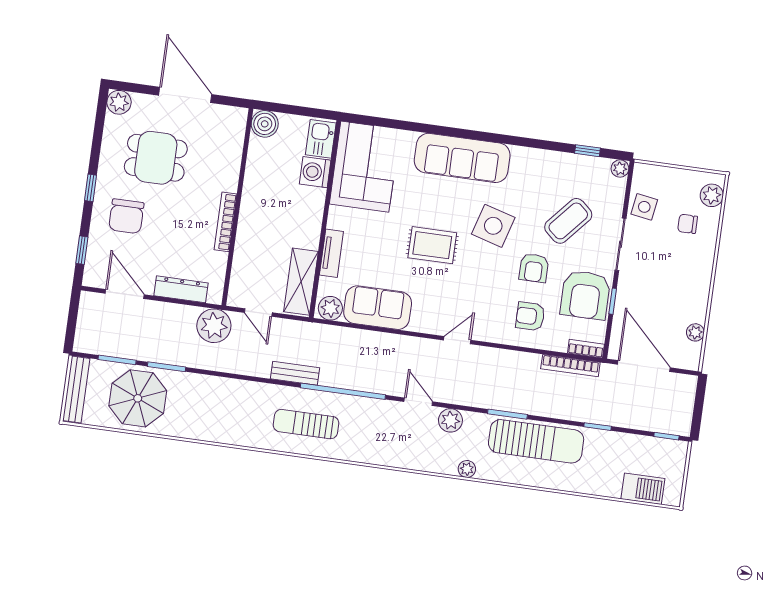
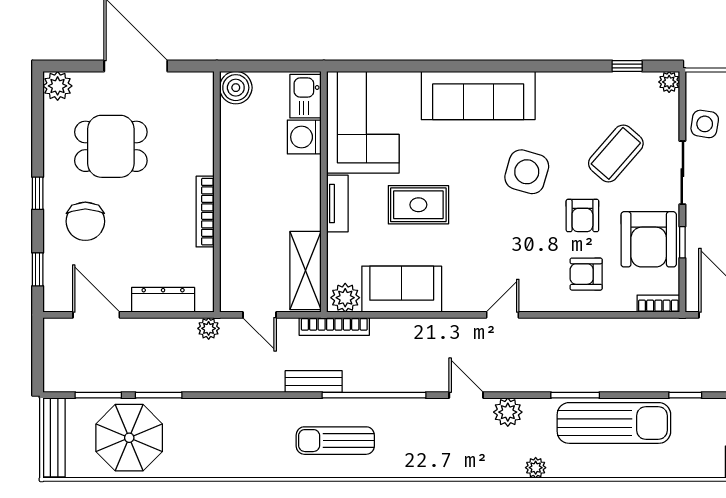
rug: (432, 245) -> (418, 205), moved
tv unit: (331, 253) -> (337, 204), moved
plant: (214, 326) -> (209, 328), width x0.53, depth x0.53
bookcase: (570, 366) -> (334, 326), moved

